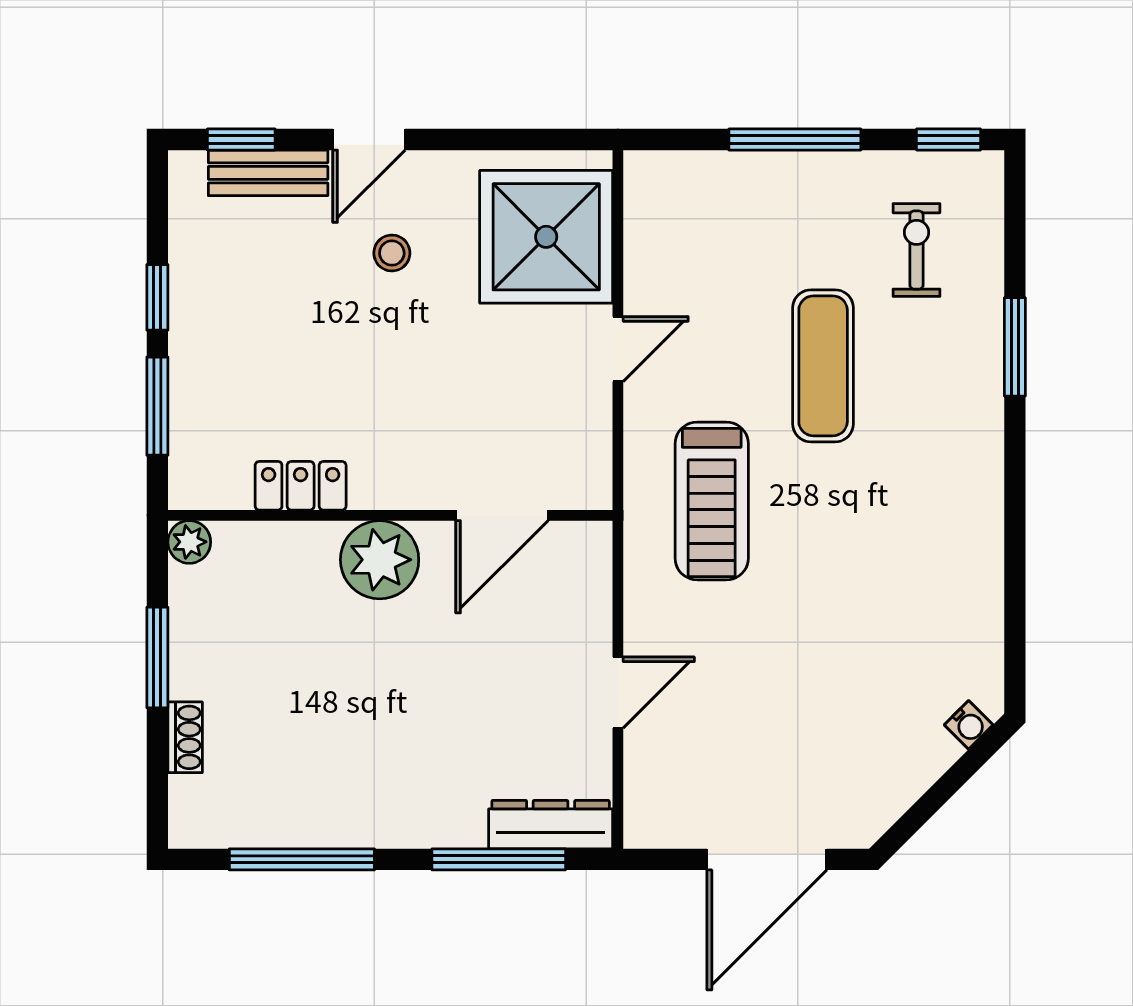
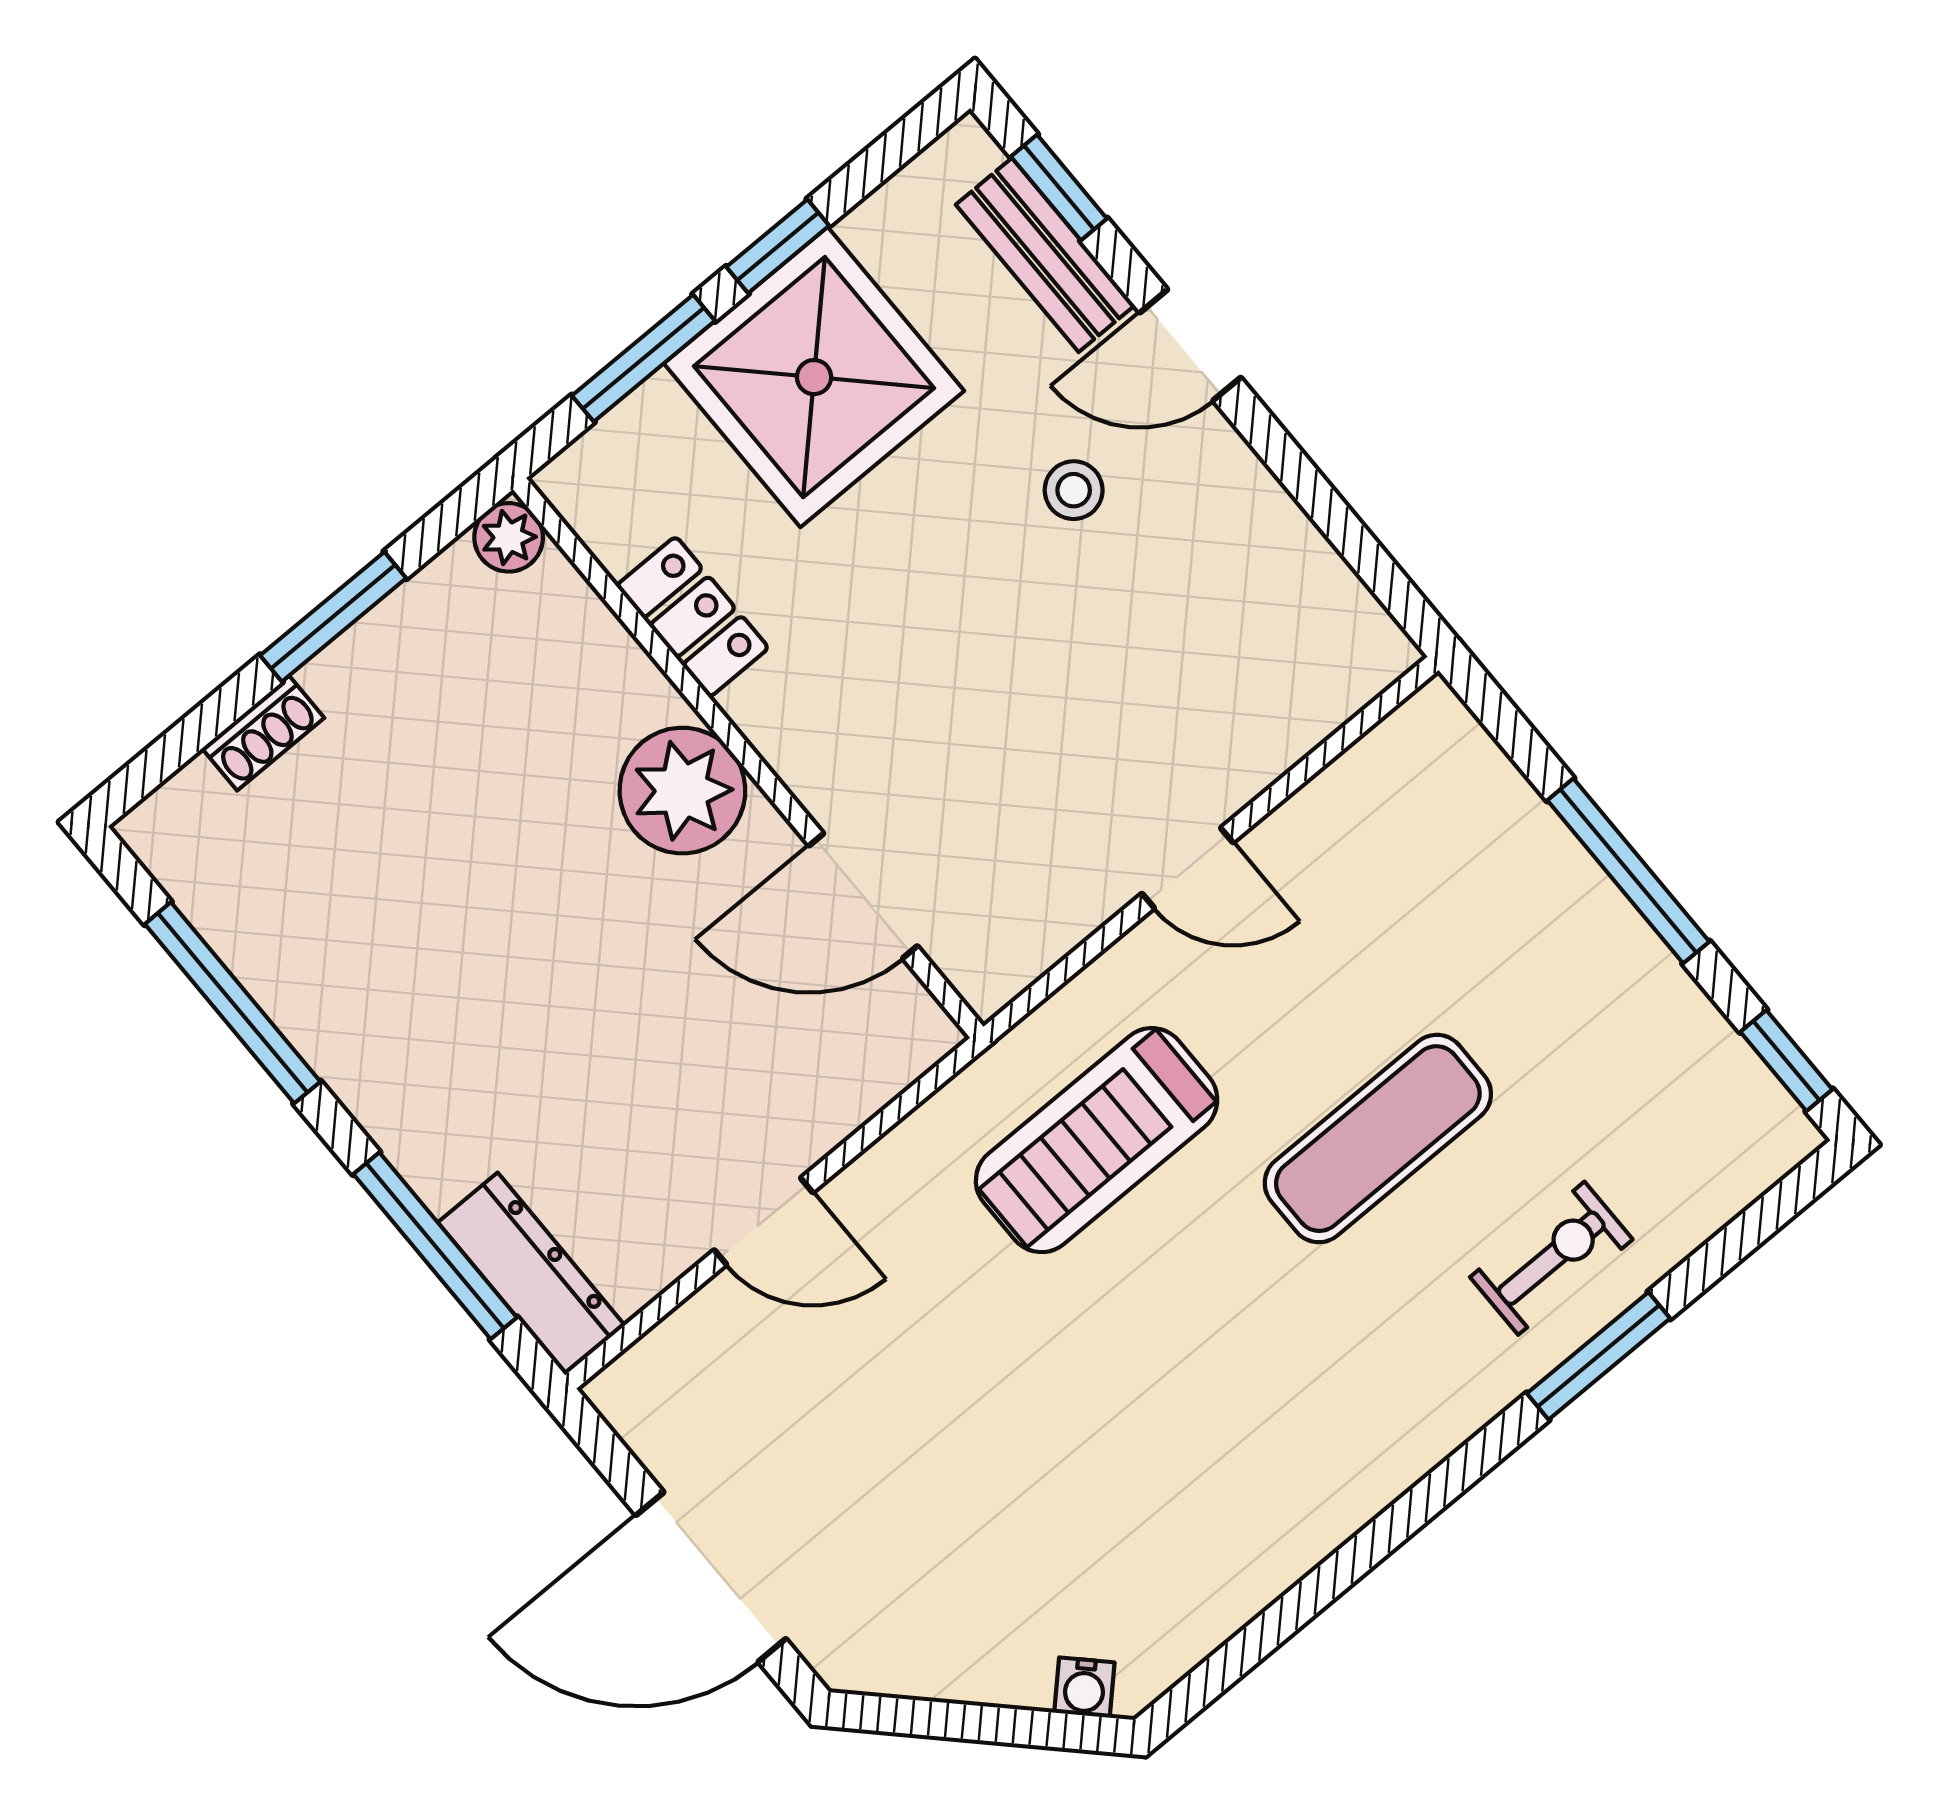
shower: (546, 237) -> (814, 377), moved
exercise bike: (916, 250) -> (1551, 1258), moved

